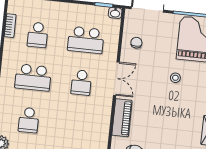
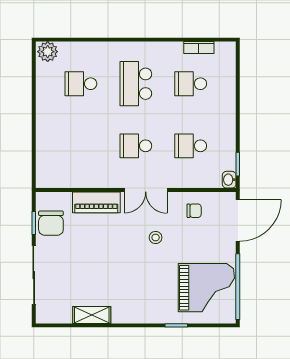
school desk: (86, 40) -> (191, 146), width x0.54
stool: (175, 78) -> (156, 237), moved

